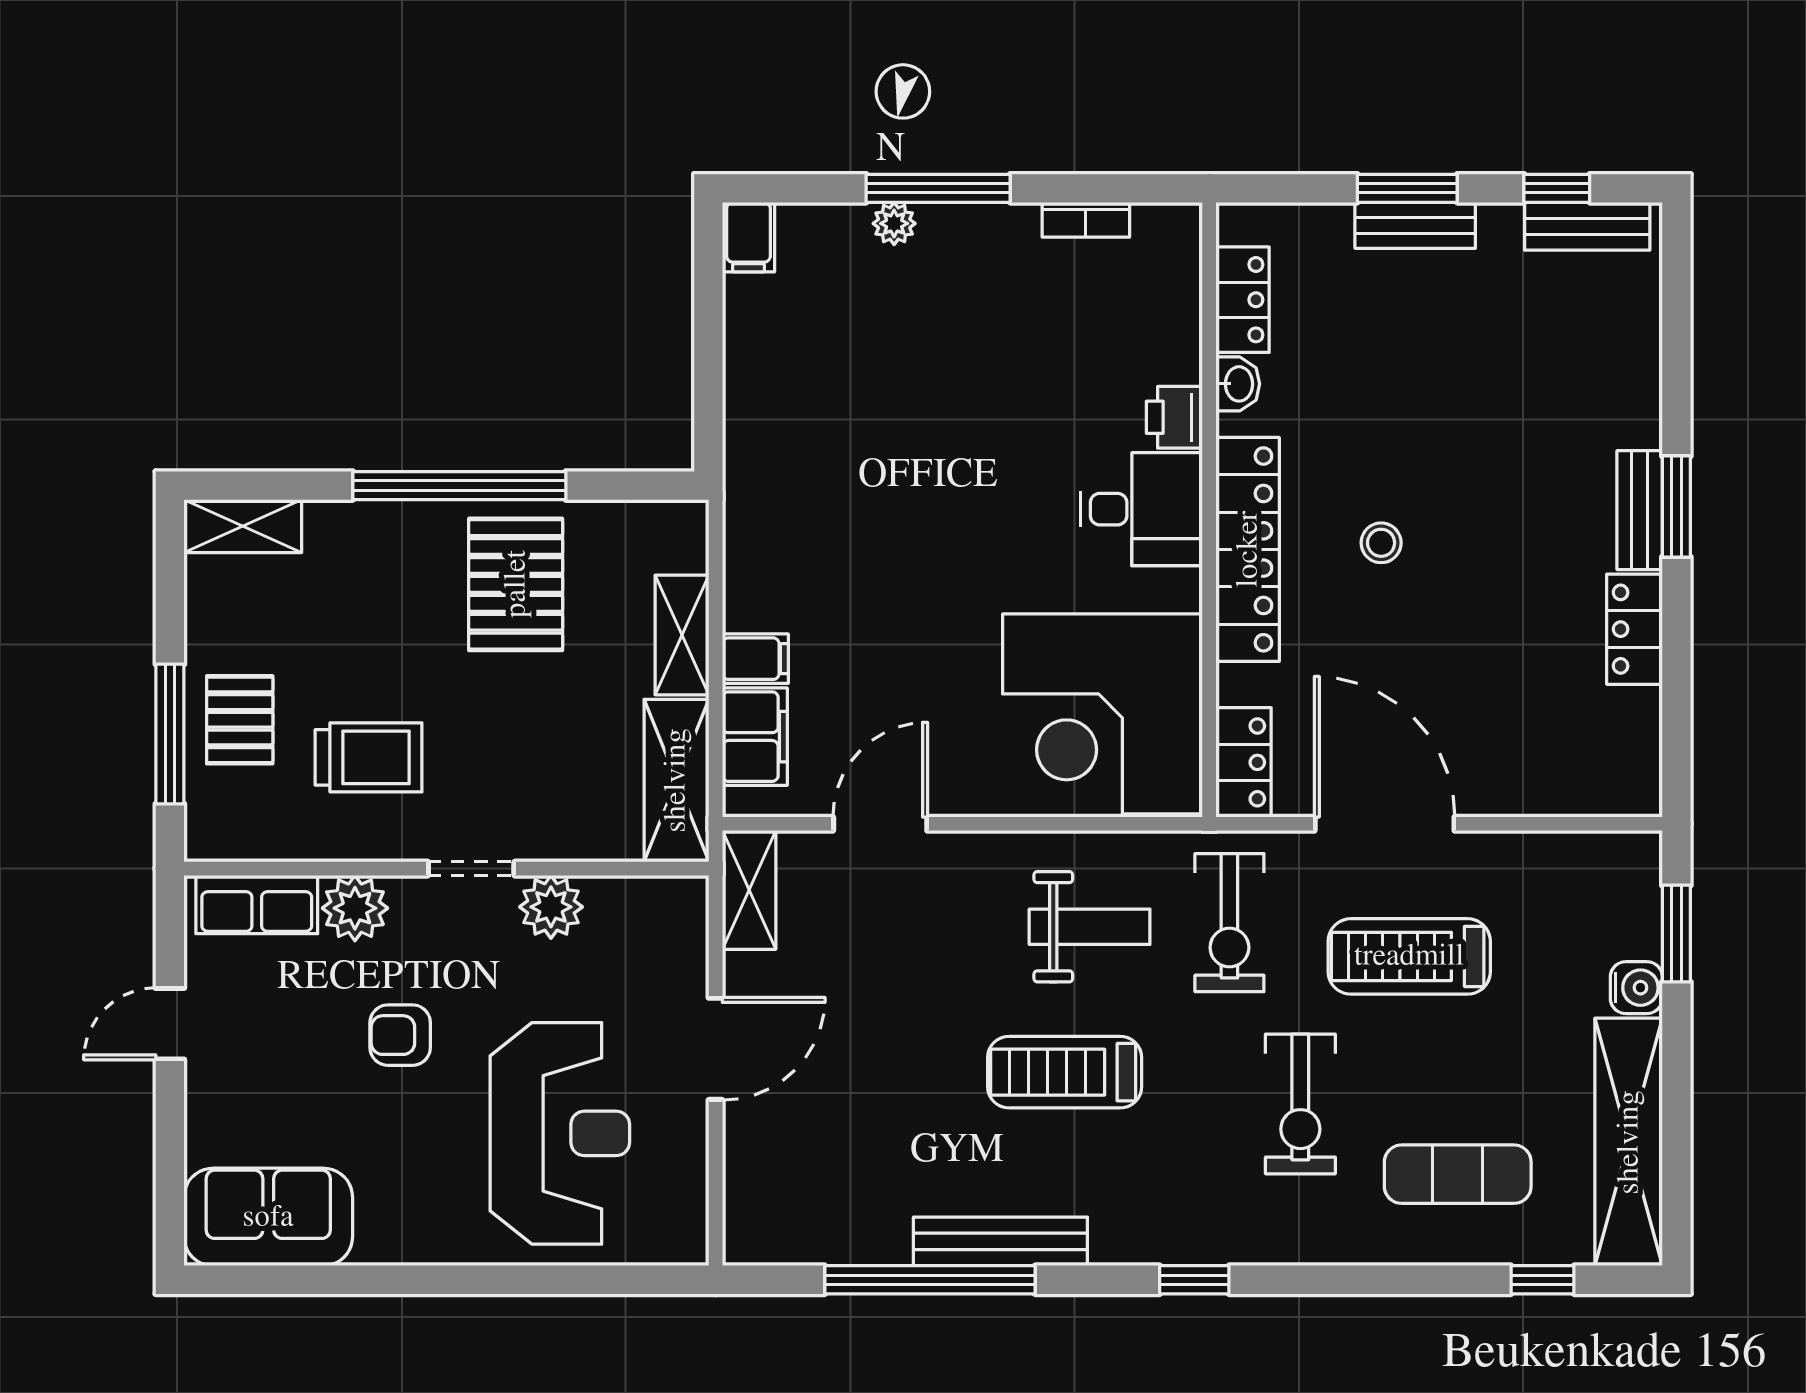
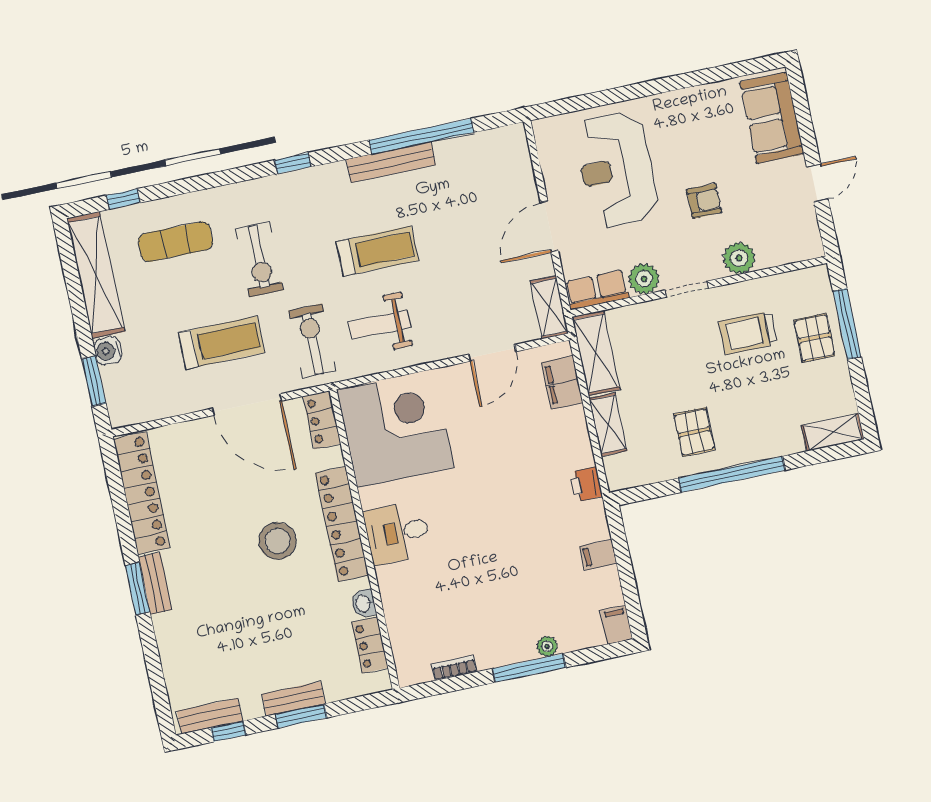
printer: (1174, 417) -> (586, 484), moved, turned 180
stool: (1381, 543) -> (278, 541), width x1.89, depth x1.89
pallet: (516, 584) -> (694, 432), width x0.67, depth x0.71
locker: (1635, 629) -> (142, 493), width x2.16, depth x1.21
filing cabinet: (755, 659) -> (598, 555), moved
row of seats: (257, 905) -> (597, 290), moved
exercise bike: (1300, 1104) -> (259, 260), turned 180
sofa: (268, 1217) -> (772, 118), moved, turned 90

